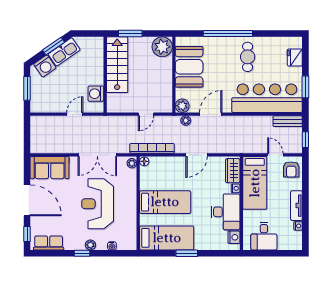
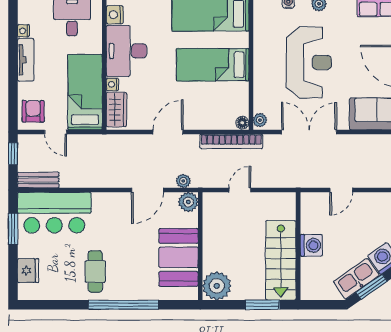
washing machine: (96, 94) -> (311, 245), moved
bar counter: (267, 98) -> (54, 213), width x0.73

